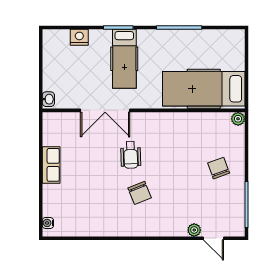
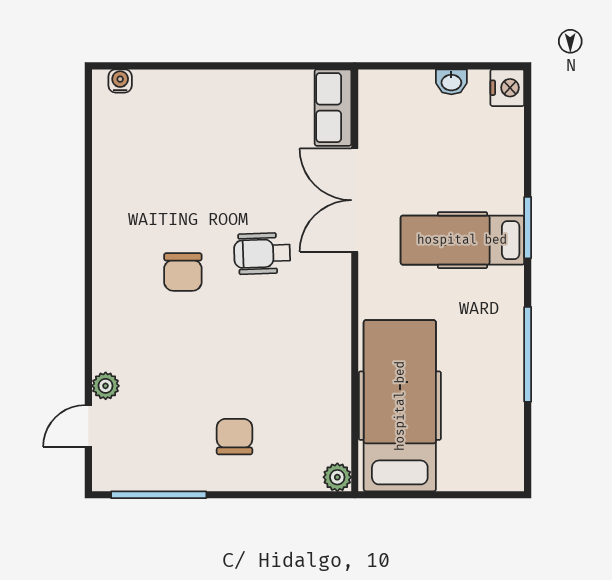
nightstand: (79, 37) -> (507, 88), moved
washbasin: (48, 99) -> (451, 82), moved
row of seats: (51, 165) -> (333, 108), moved, turned 90
chair: (219, 168) -> (234, 437), turned -70
chair: (140, 193) -> (183, 272), turned -68

